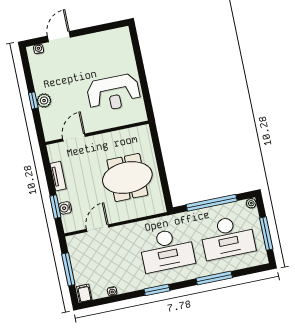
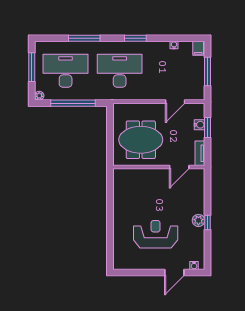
reception desk: (114, 93) -> (156, 234), moved
wall: (97, 133) -> (159, 167), moved
door: (74, 138) -> (179, 167), moved

